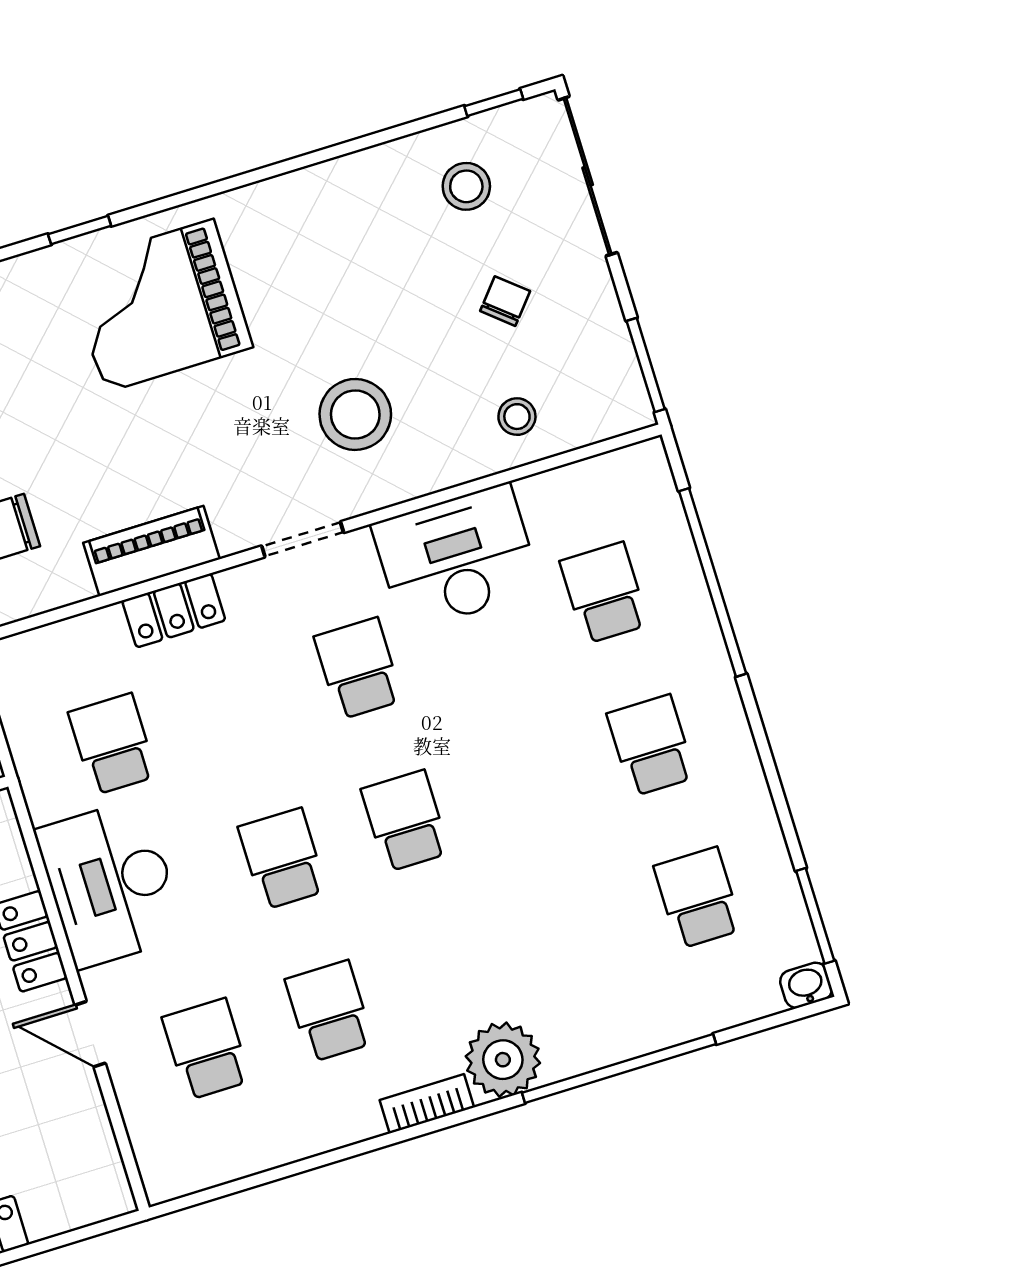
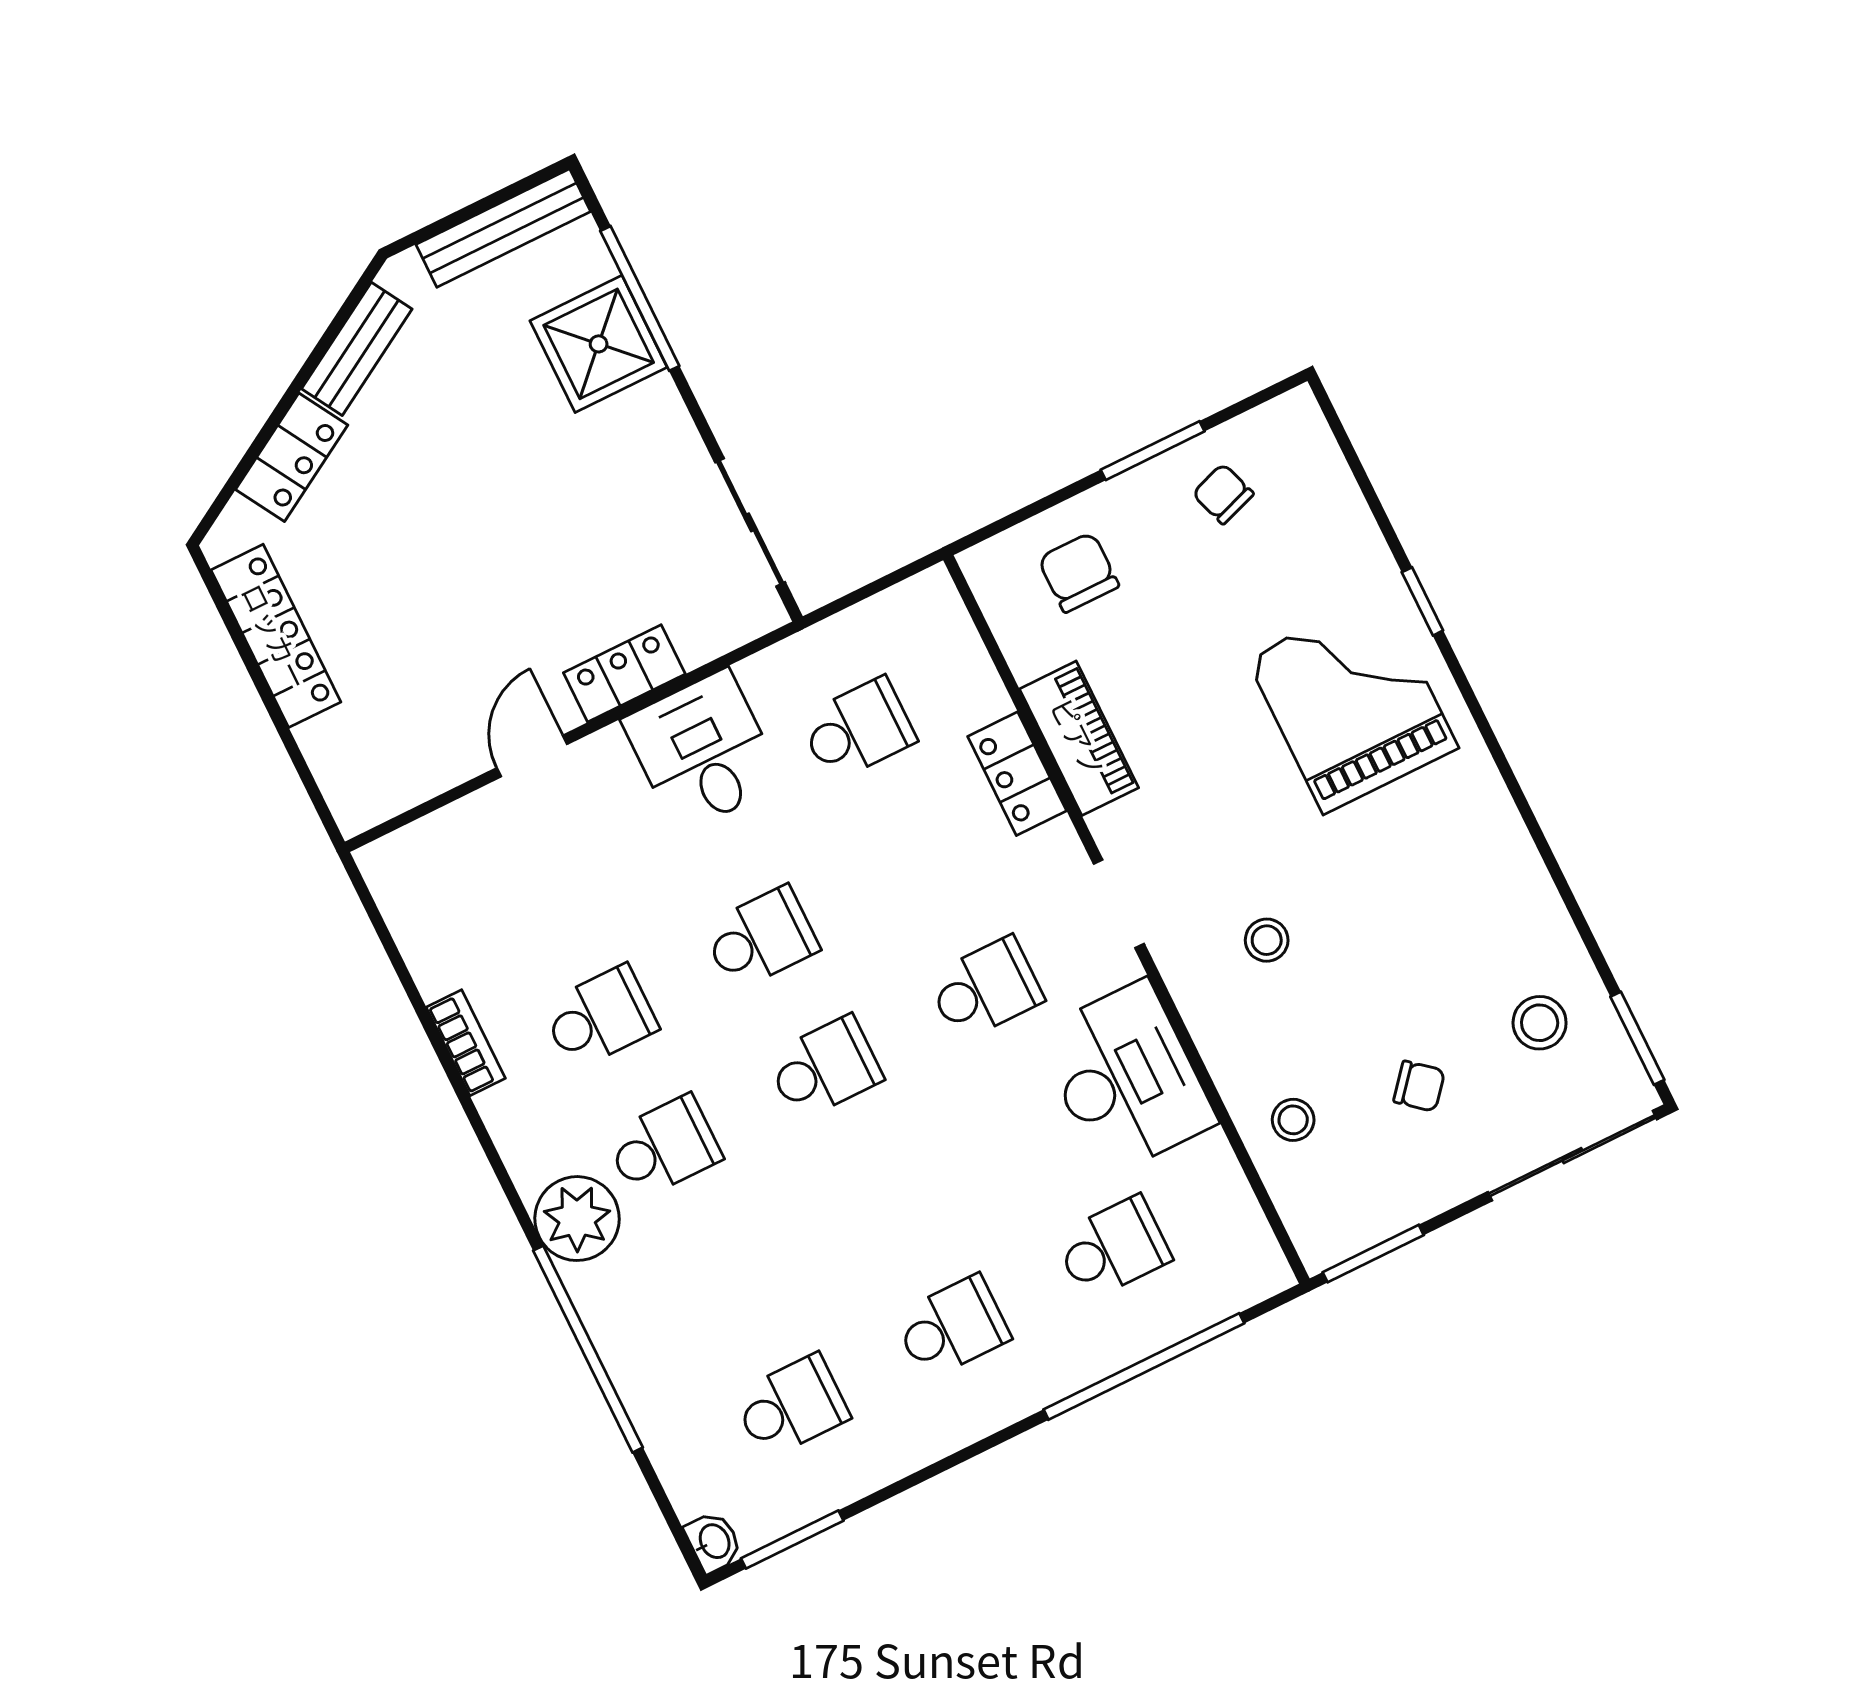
window: (494, 103) -> (1637, 1038), width x1.50
stool: (355, 414) -> (1267, 940), width x0.53, depth x0.53
desk: (110, 883) -> (703, 751), width x0.73
school desk: (206, 1049) -> (664, 1147), moved
bookcase: (427, 1104) -> (466, 1043), moved

